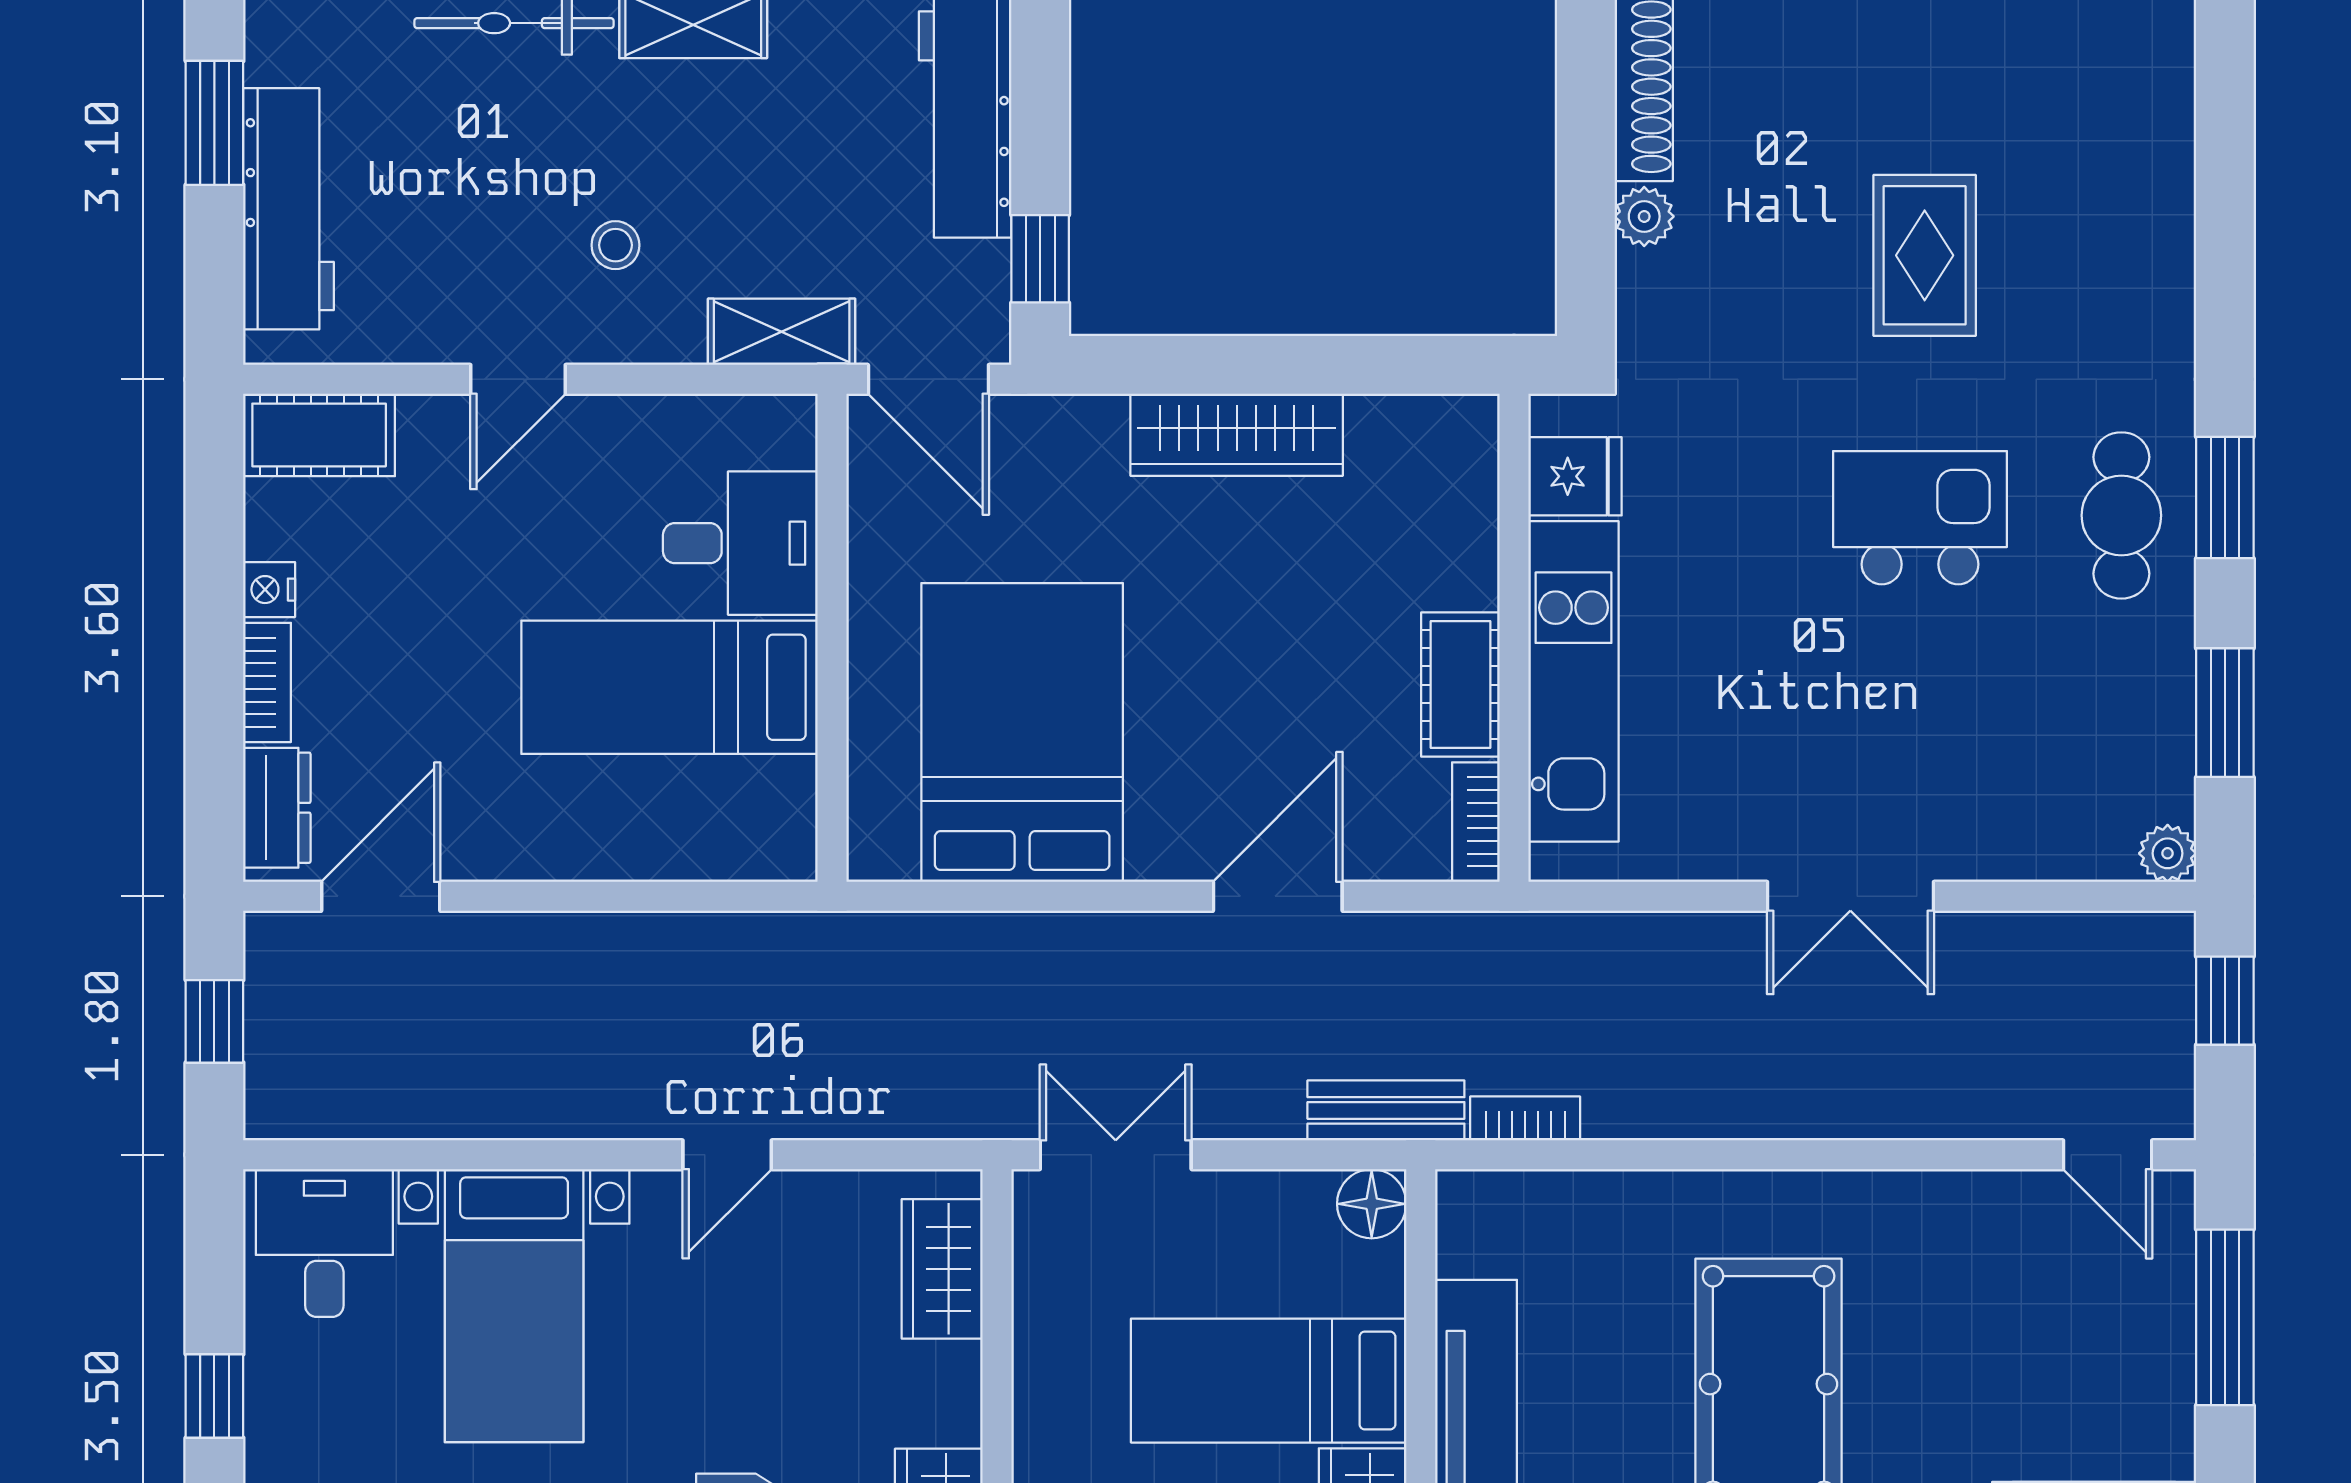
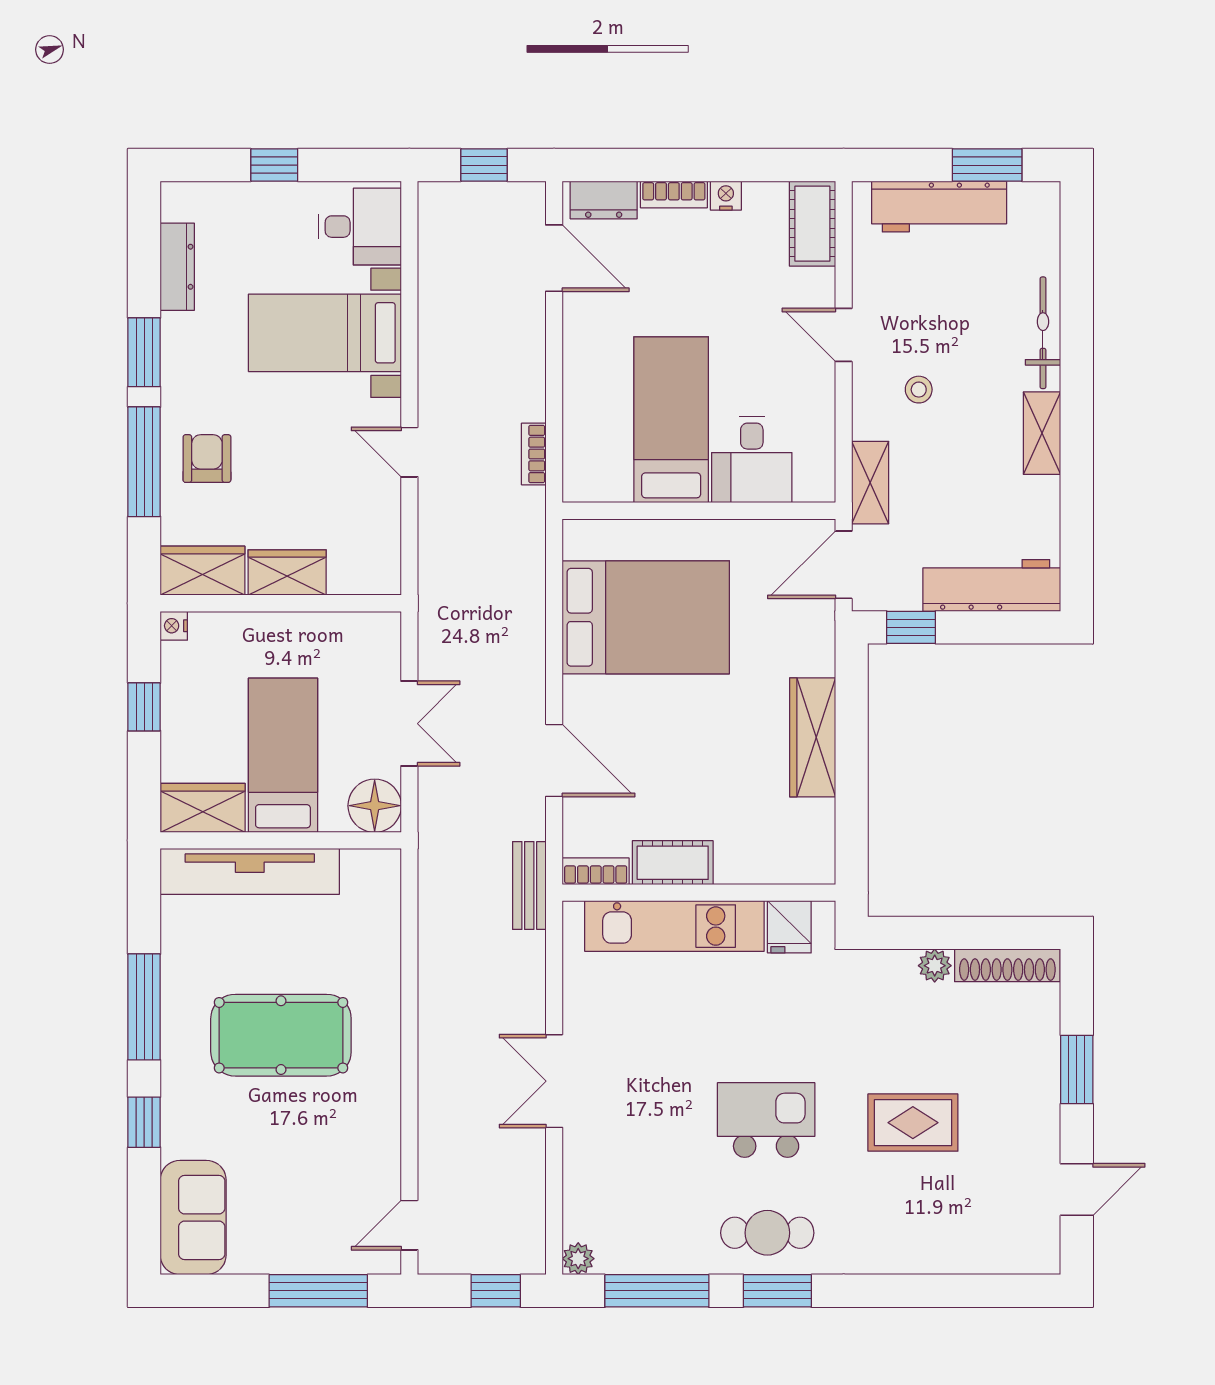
kitchen island: (1920, 518) -> (766, 1120), turned -90
window: (2225, 713) -> (657, 1291), width x1.44
bench: (1386, 1110) -> (529, 885), moved
bookcase: (1525, 1118) -> (534, 454), moved, turned 180
double door: (1116, 1155) -> (409, 724), moved
floor lamp: (1372, 1204) -> (375, 806), width x1.38, depth x1.38
wardrobe: (942, 1269) -> (287, 573), moved

